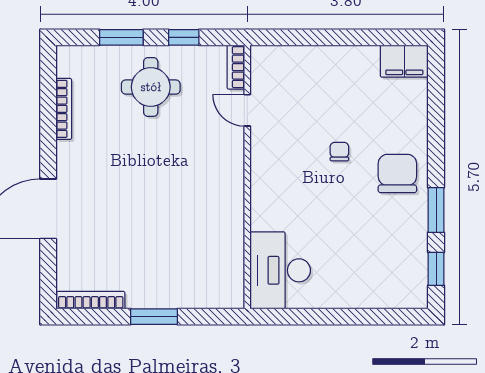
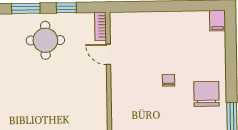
filing cabinet: (404, 61) -> (218, 21), width x0.50

